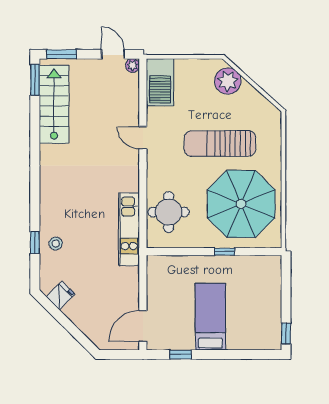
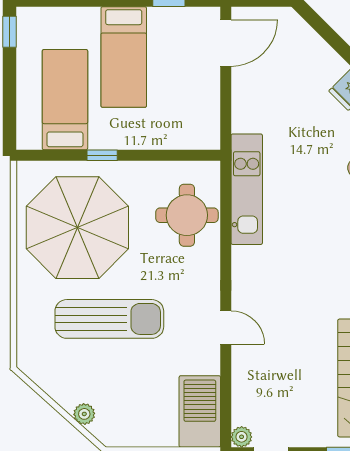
plant: (228, 81) -> (84, 414), width x0.53, depth x0.53
bed: (249, 288) -> (65, 100), added

